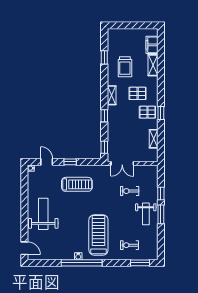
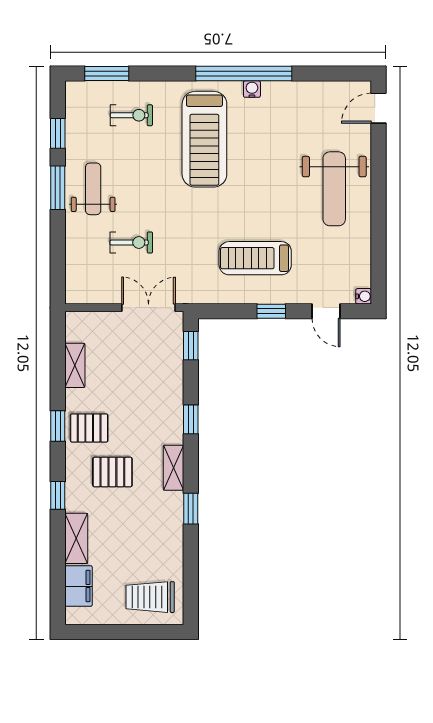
window: (104, 57) -> (191, 509), moved
trolley: (125, 67) -> (150, 597), moved, turned -90
window: (161, 83) -> (58, 495), added
window: (161, 193) -> (58, 133), moved
door: (24, 248) -> (378, 108), hinge flipped

